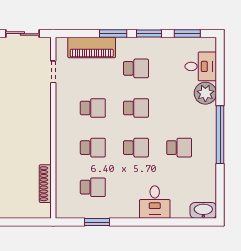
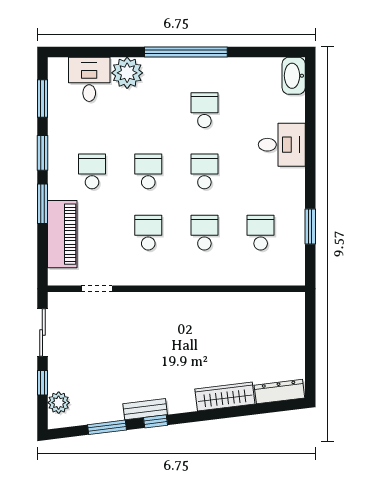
shoe rack: (45, 184) -> (256, 300), removed

